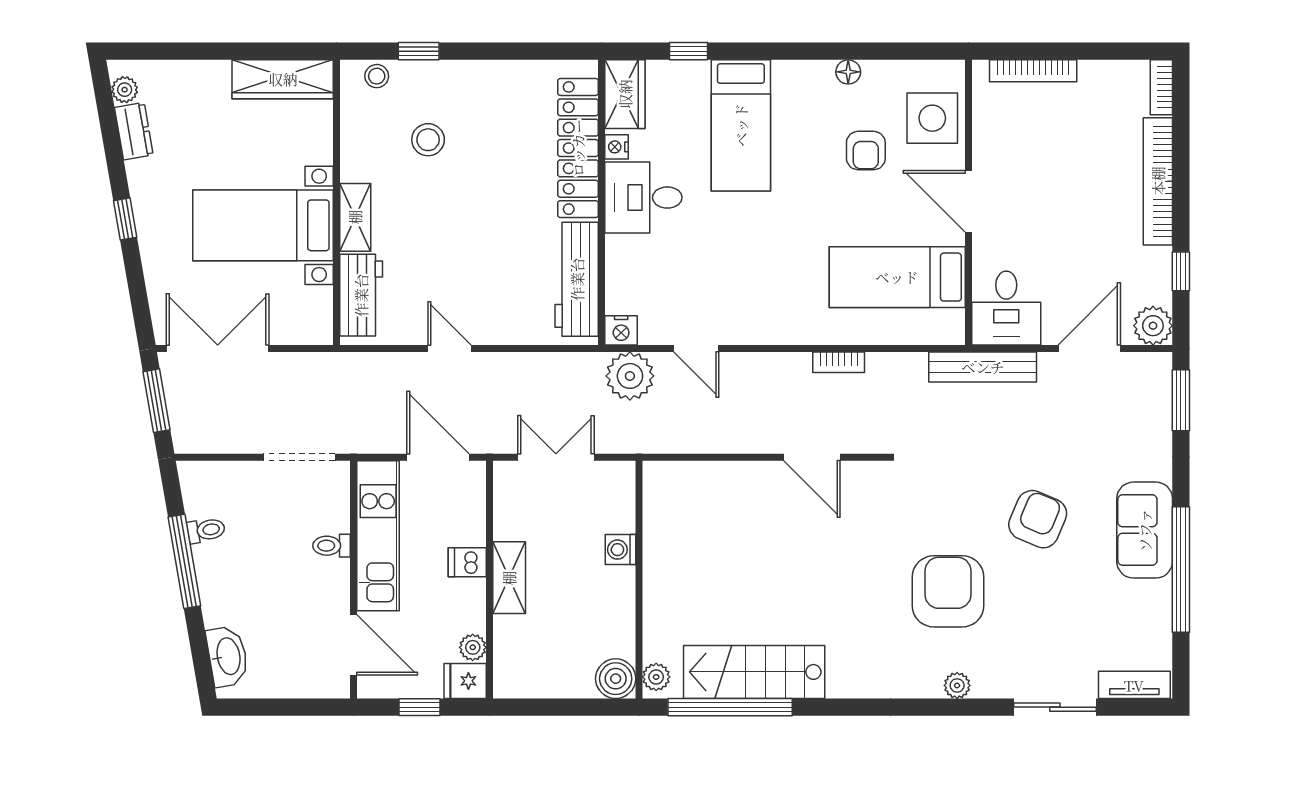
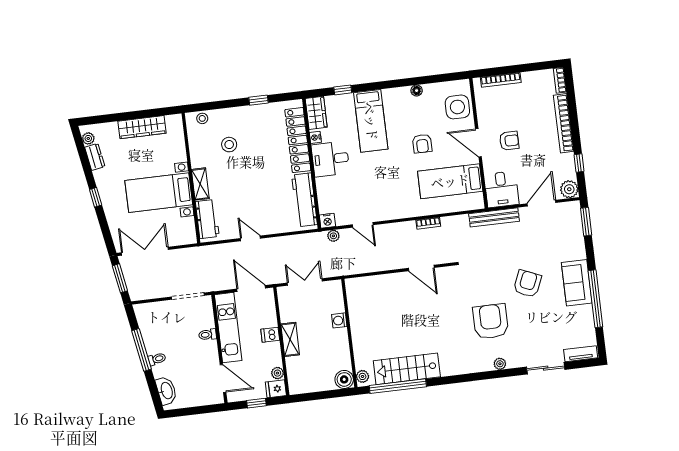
window: (419, 51) -> (259, 100), moved
wardrobe: (283, 79) -> (142, 127), moved
armchair: (866, 151) -> (422, 144), moved
armchair: (1036, 205) -> (509, 141), added
plant: (630, 376) -> (333, 236), width x0.53, depth x0.53
toilet: (206, 530) -> (157, 359), moved

